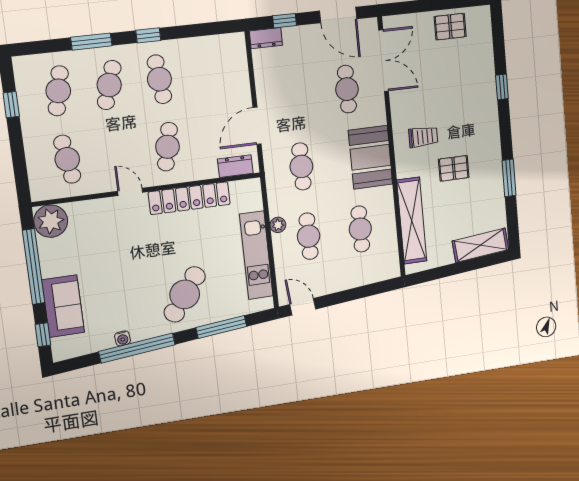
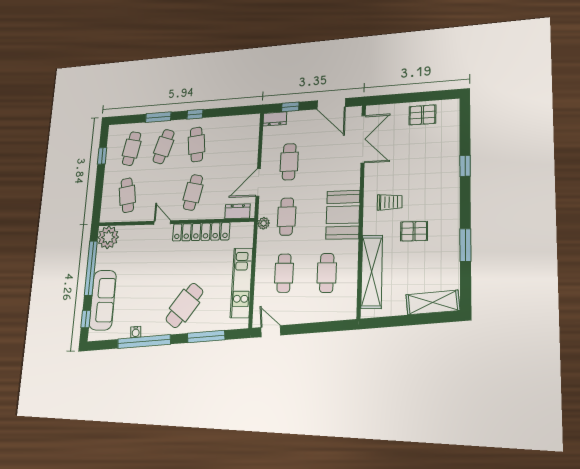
cafe table: (347, 89) -> (289, 162), moved
plant: (278, 225) -> (264, 223), moved
sofa: (63, 306) -> (103, 300), width x1.36

